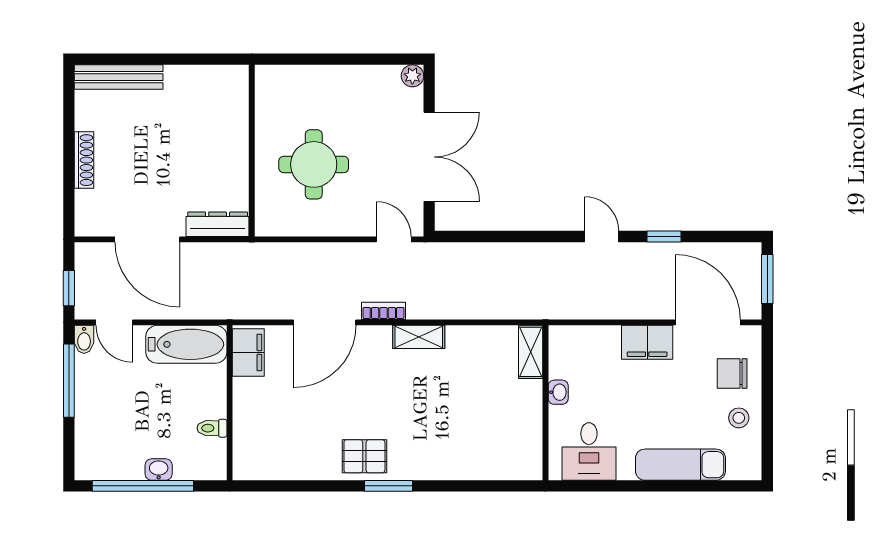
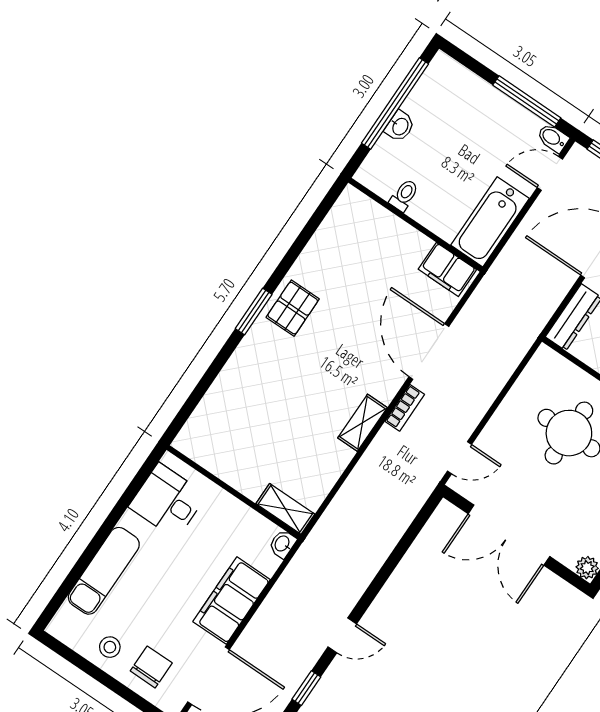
filing cabinet: (647, 342) -> (232, 601), width x1.50, depth x1.17
washbasin: (558, 392) -> (282, 544), moved, turned 90

